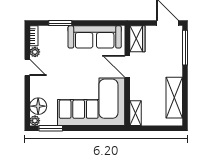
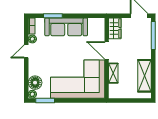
sofa: (95, 37) -> (66, 27), moved
door: (27, 67) -> (26, 51), swing flipped
shelving: (135, 113) -> (113, 73), moved

